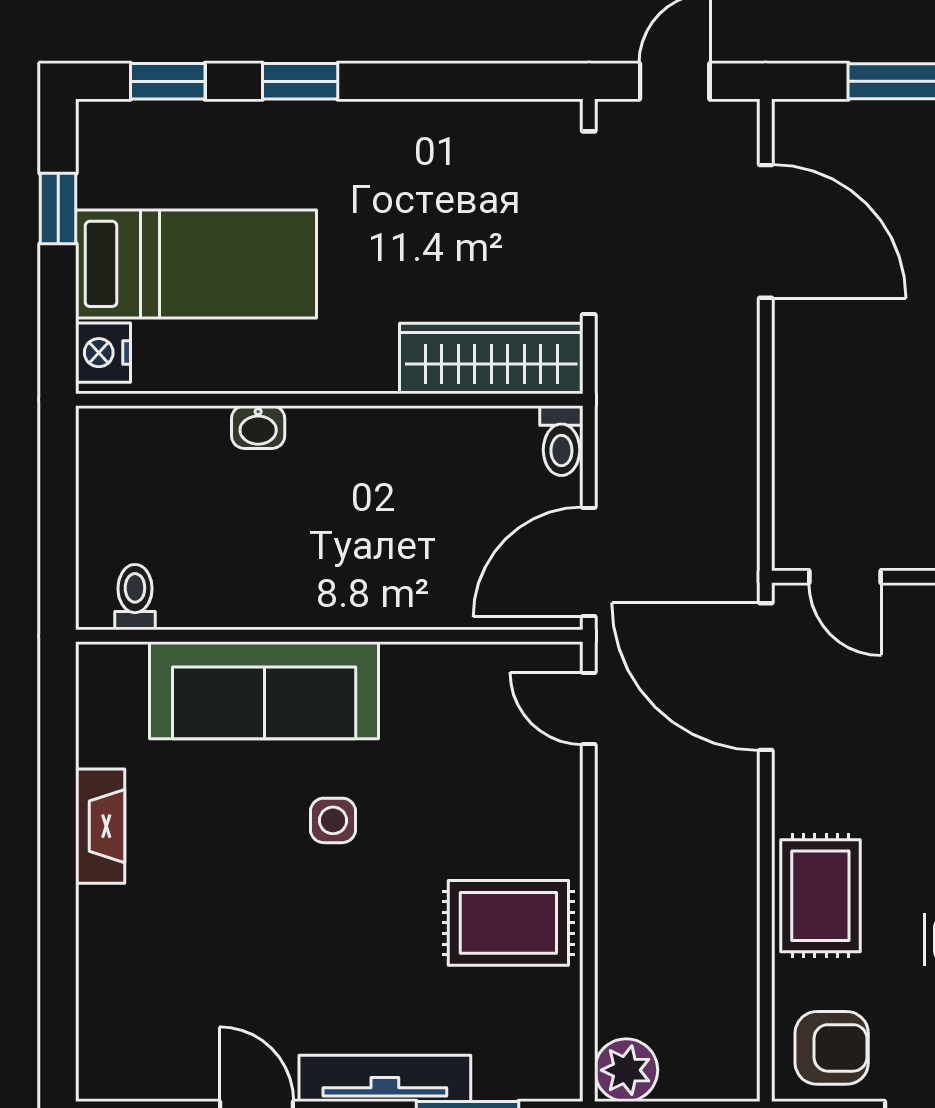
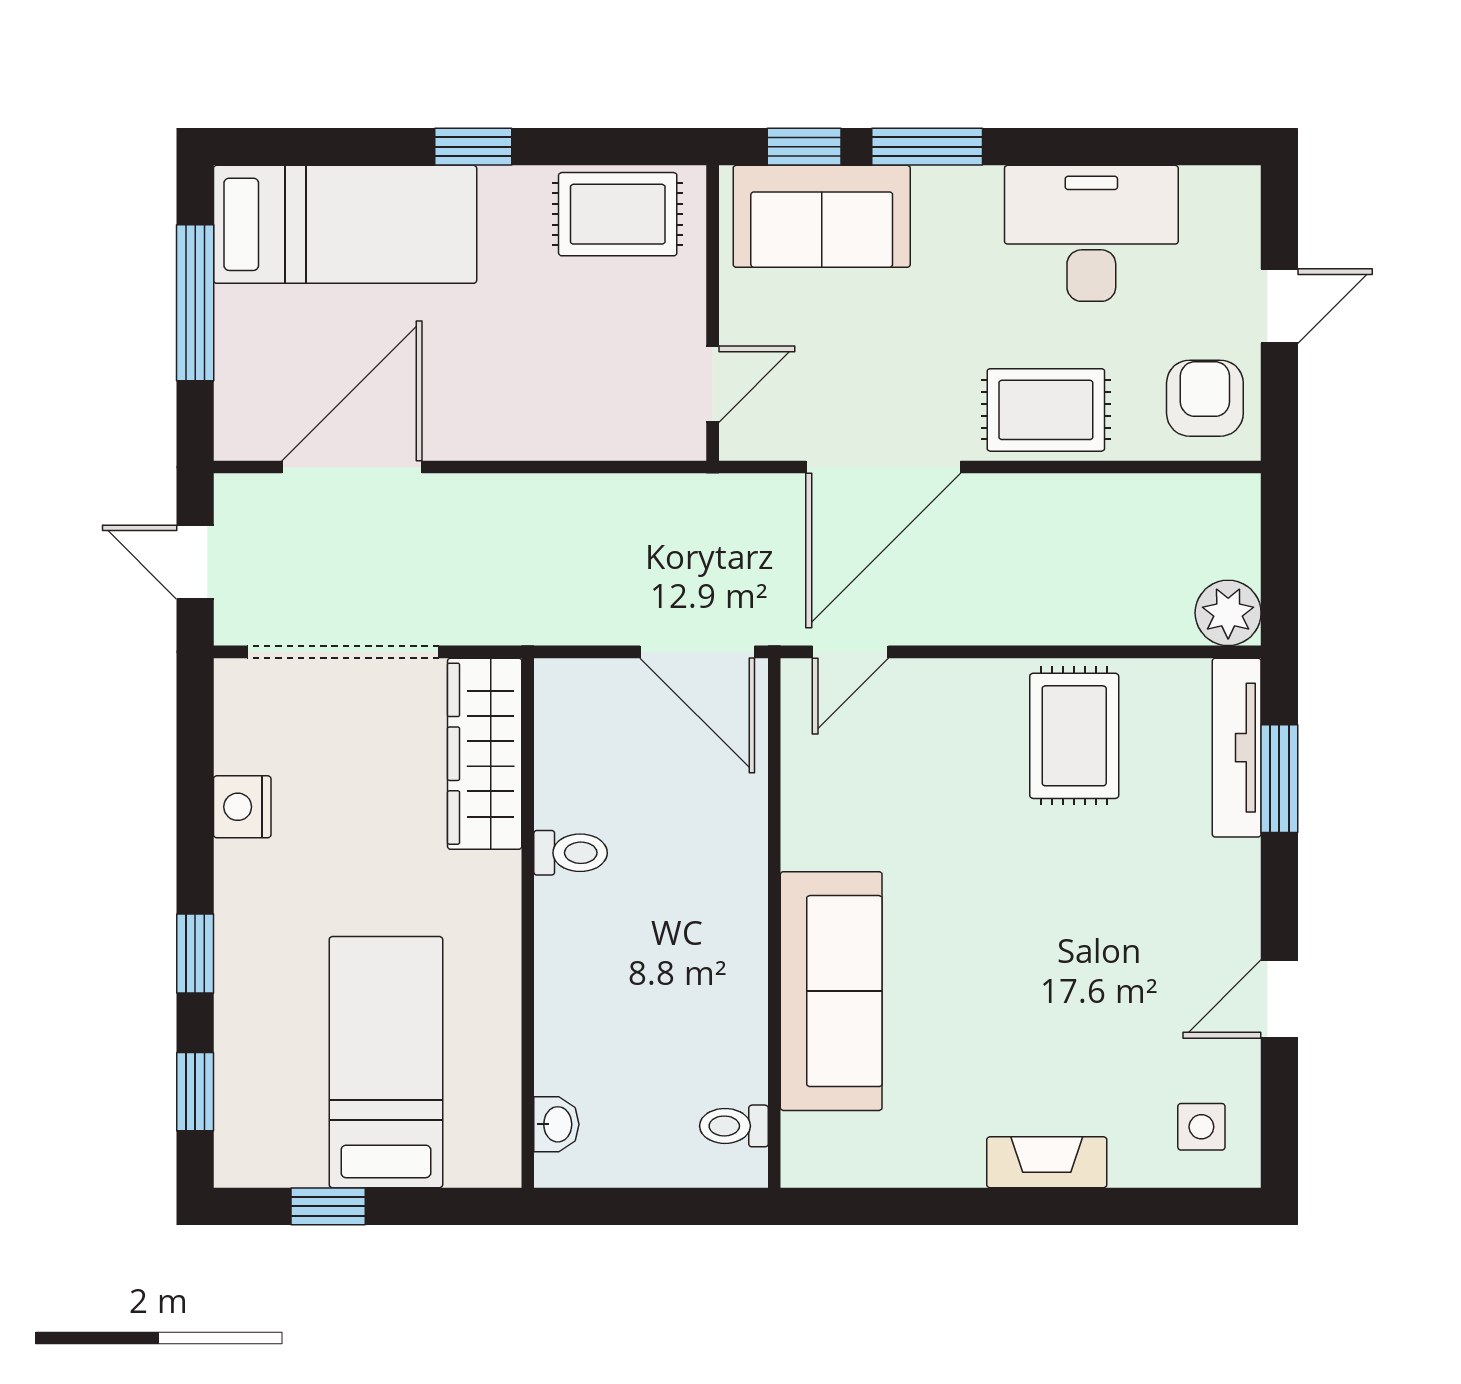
nightstand: (103, 353) -> (242, 807), moved, turned 90
washbasin: (258, 427) -> (556, 1124), moved
toilet: (561, 441) -> (571, 853), moved
door: (766, 677) -> (883, 467), moved
side table: (333, 820) -> (1201, 1127), moved
fireplace: (100, 826) -> (1047, 1162), moved
tv unit: (385, 1078) -> (1237, 748), moved

